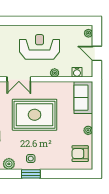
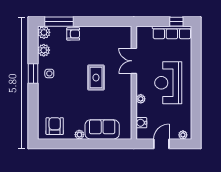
reception desk: (39, 47) -> (168, 83), turned 180
sofa: (83, 98) -> (102, 129), moved
rug: (35, 115) -> (96, 78), width x0.54, depth x0.49

